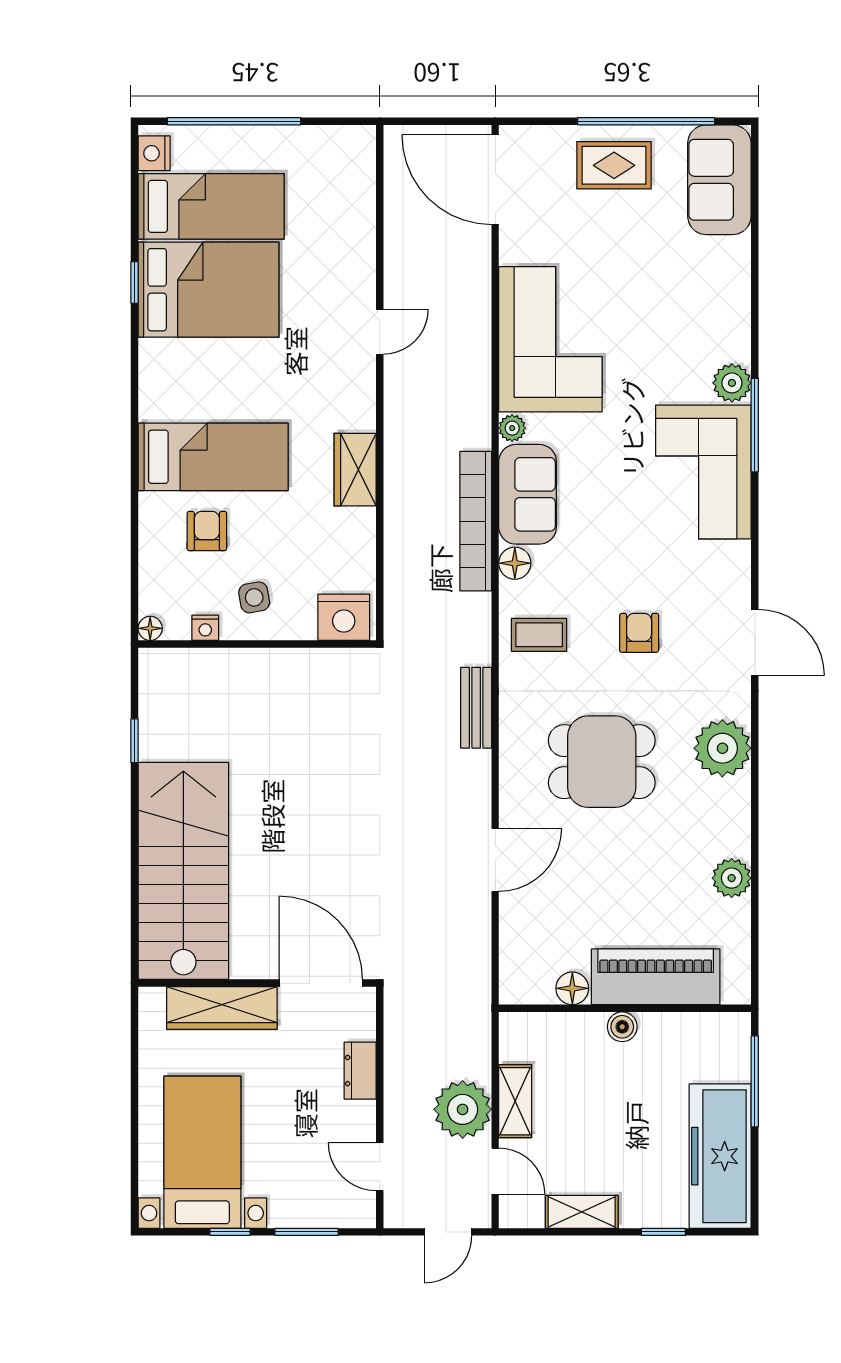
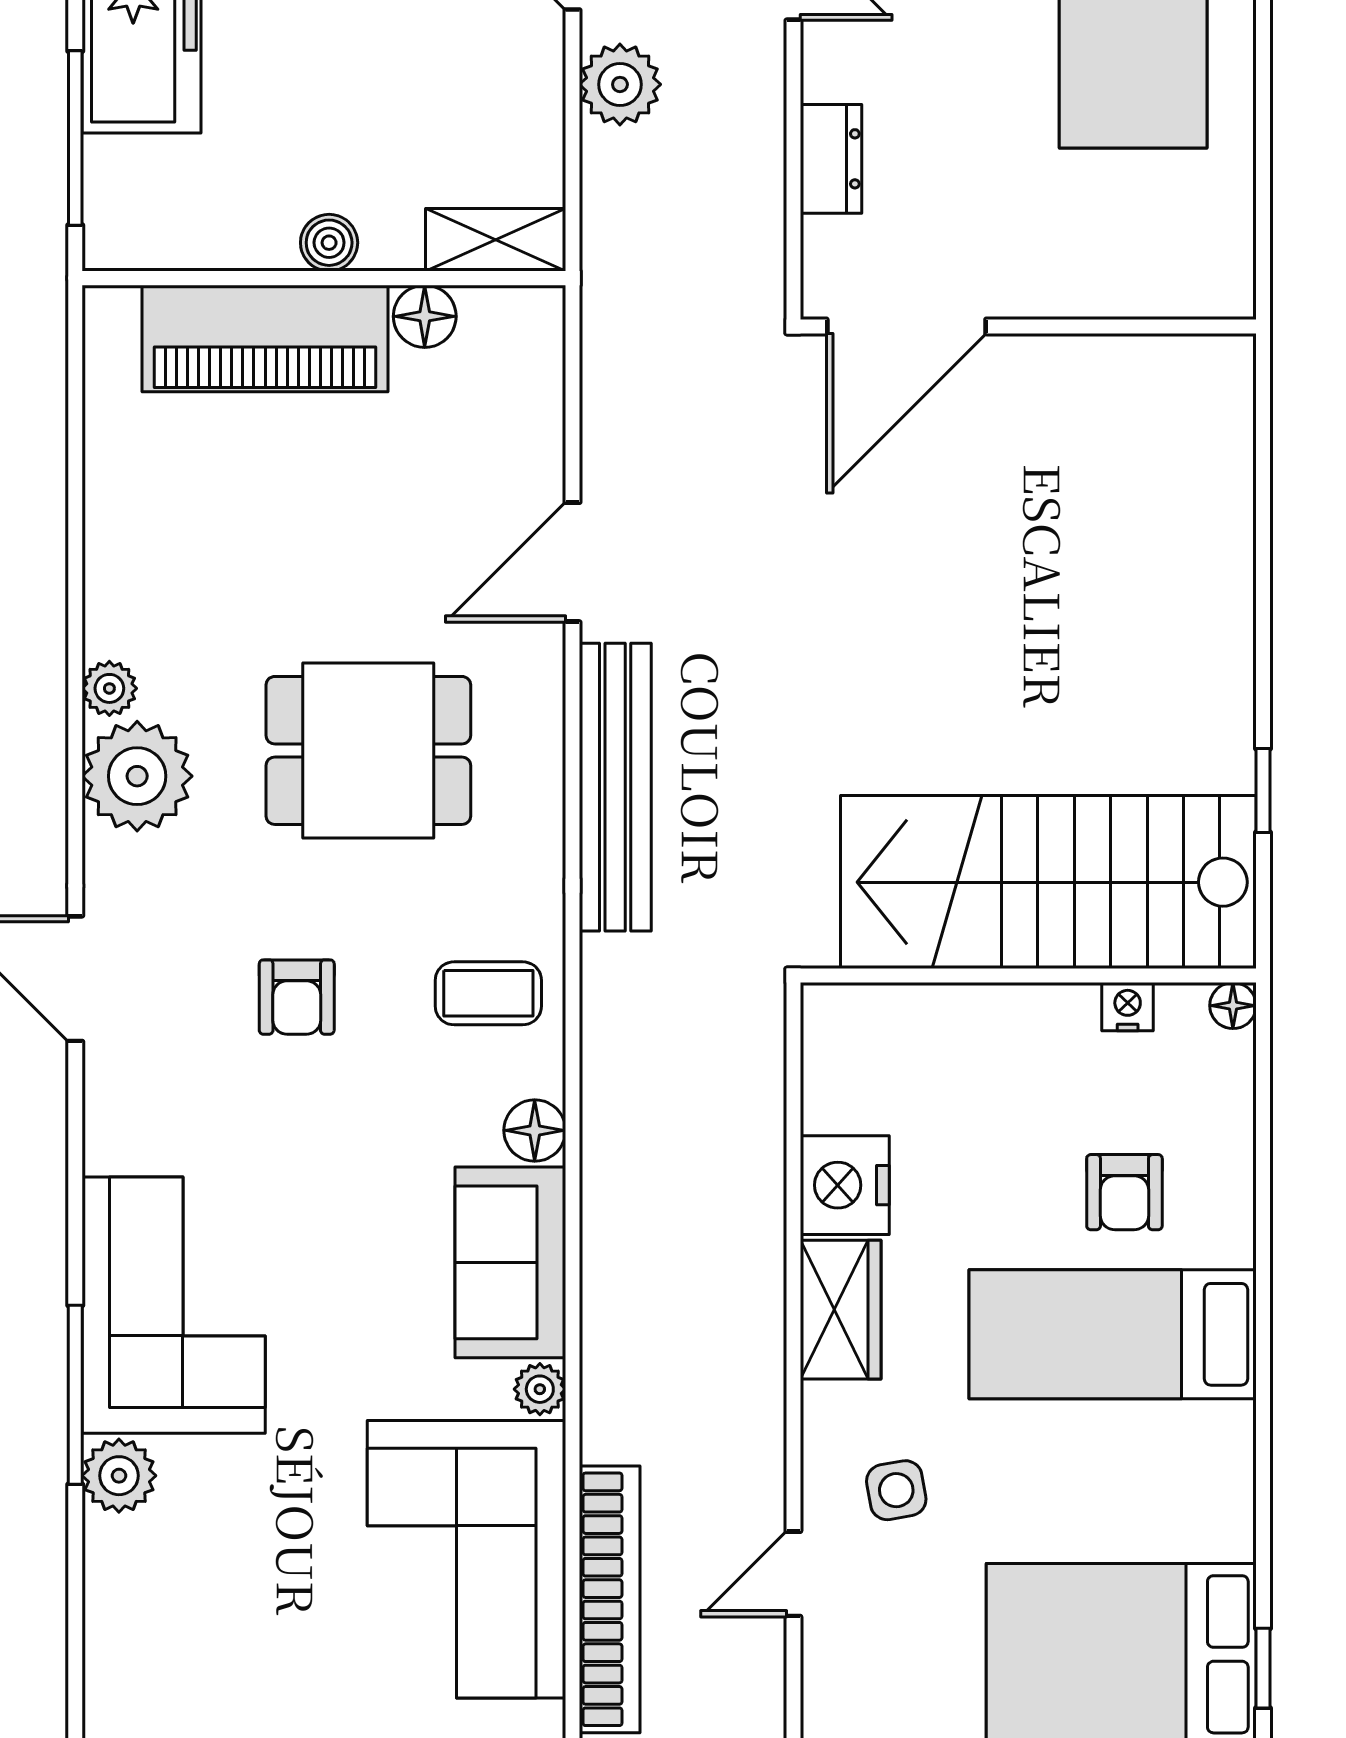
bookcase: (476, 521) -> (610, 1599), moved
side table: (254, 597) -> (896, 1490), moved
nightstand: (344, 617) -> (845, 1185), moved, turned -90
bench: (476, 708) -> (615, 787), width x1.86, depth x1.21
stairs: (183, 871) -> (1048, 882), moved, turned 90
plant: (732, 878) -> (109, 688), moved, width x0.73, depth x0.73
door: (321, 983) -> (906, 326), hinge flipped
wardrobe: (222, 1008) -> (1096, 279), removed
shelving: (515, 1101) -> (496, 240), moved, turned 90
plant: (463, 1109) -> (620, 84), width x0.73, depth x0.73

